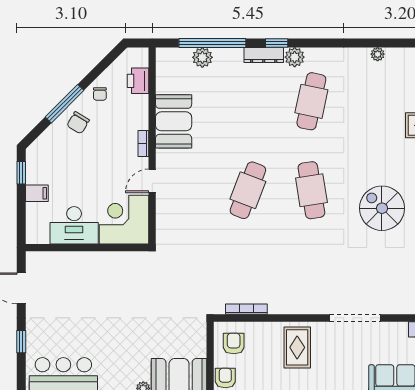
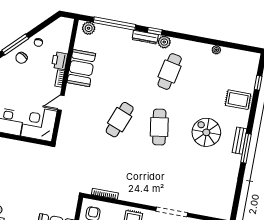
plant: (202, 57) -> (89, 28), moved
printer: (138, 81) -> (60, 61), moved
spiral stairs: (382, 208) -> (206, 132), moved

